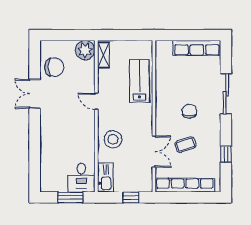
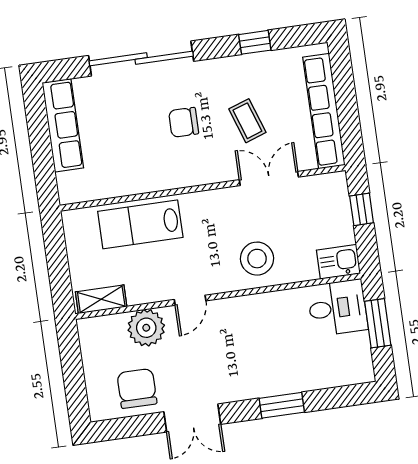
plant: (85, 50) -> (146, 328), moved
sliding door: (226, 94) -> (141, 58), width x1.36
window: (35, 141) -> (282, 405), added
kitchen sink: (105, 178) -> (338, 262), width x0.73

